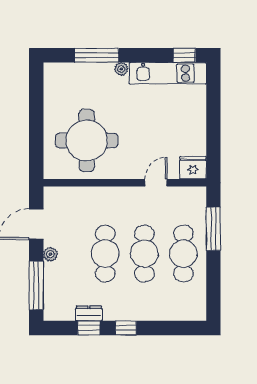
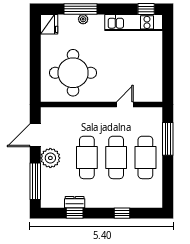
plant: (121, 69) -> (83, 19), moved
fridge: (193, 168) -> (49, 24), moved, turned 90
plant: (50, 254) -> (50, 158), width x1.88, depth x1.88
window: (126, 328) -> (122, 213), moved

